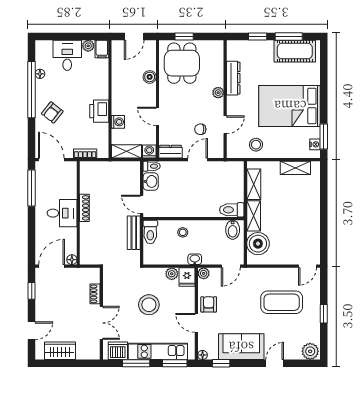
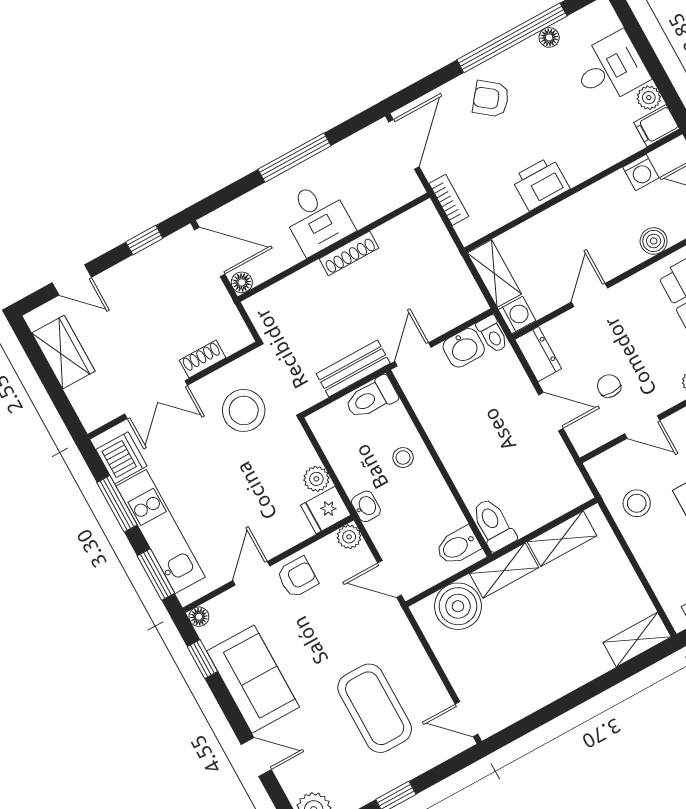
washing machine: (118, 122) -> (641, 172), moved
shelving: (295, 168) -> (637, 640), moved, turned 90
window: (32, 188) -> (294, 158), moved
stool: (149, 305) -> (244, 410), moved

